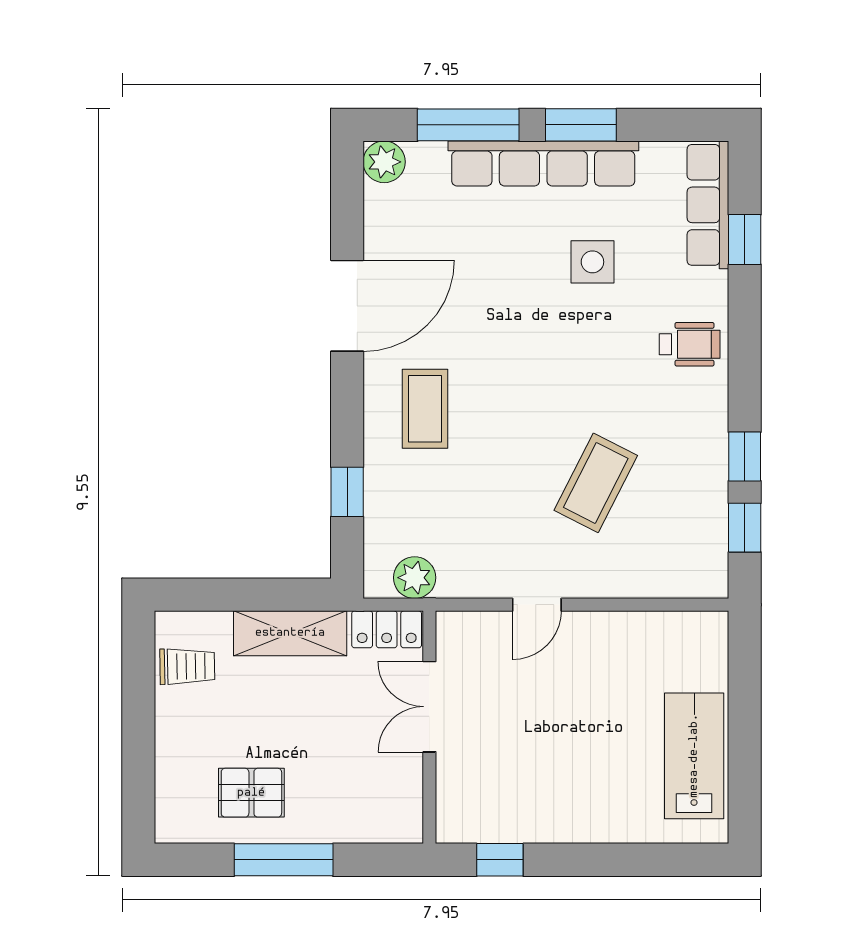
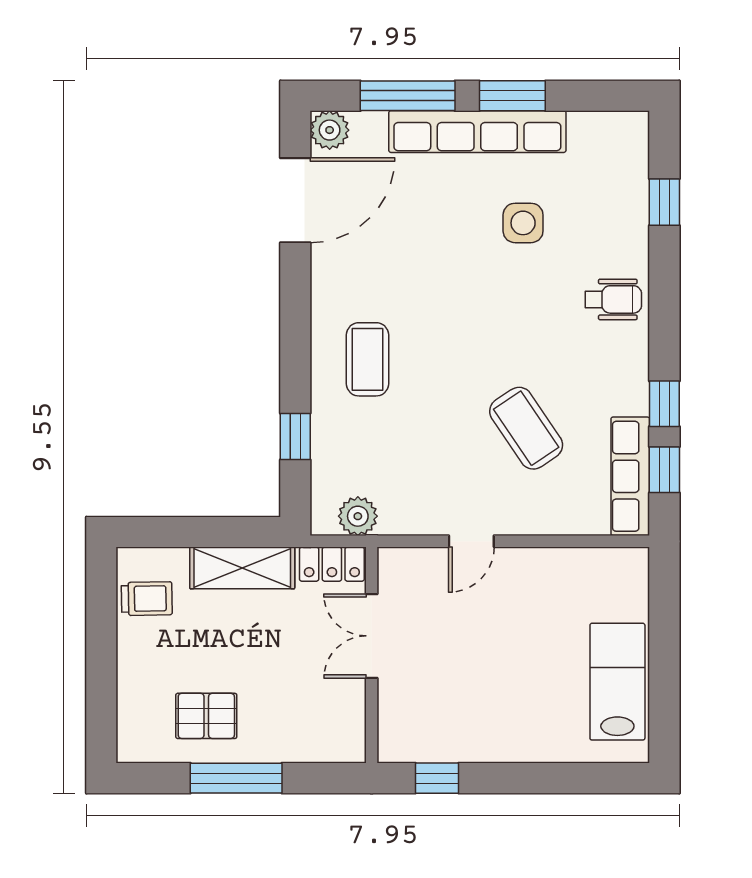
row of seats: (708, 205) -> (630, 476), moved
door: (347, 306) -> (295, 200), moved
coffee table: (596, 483) -> (526, 428), turned -61

